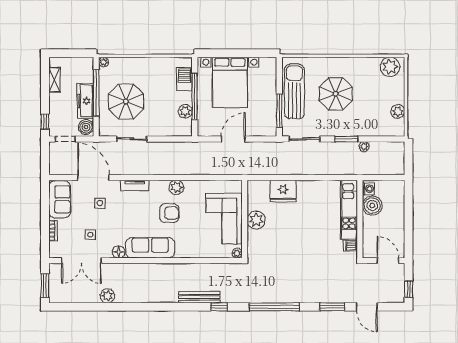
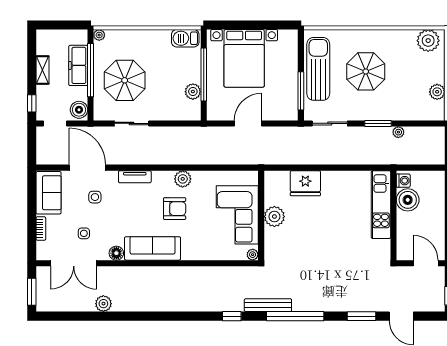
barbecue: (184, 79) -> (185, 38), moved, turned -90
shelving: (54, 80) -> (43, 70), moved
freezer: (85, 101) -> (78, 65), moved
dishwasher: (350, 246) -> (383, 246), removed
bench: (199, 297) -> (268, 305), moved

